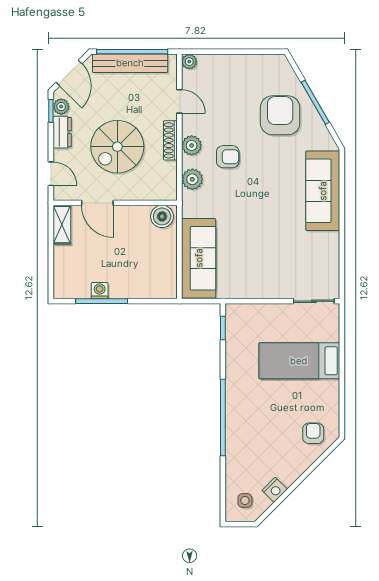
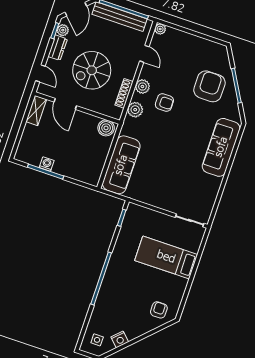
shoe rack: (170, 140) -> (124, 93), moved

